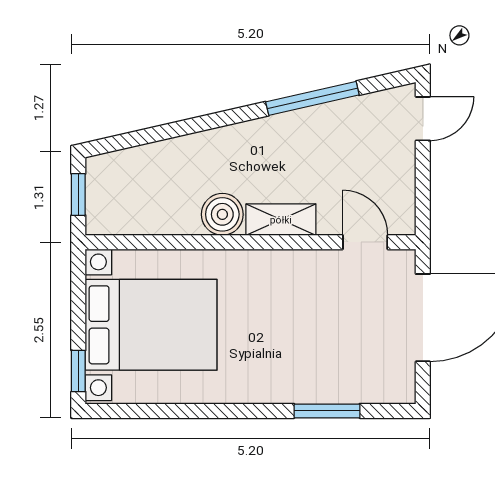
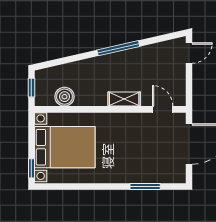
window: (312, 98) -> (118, 48), moved
boiler: (222, 214) -> (65, 97), moved

